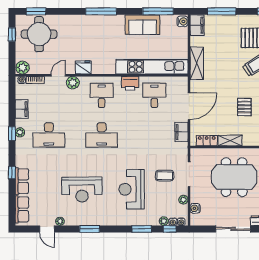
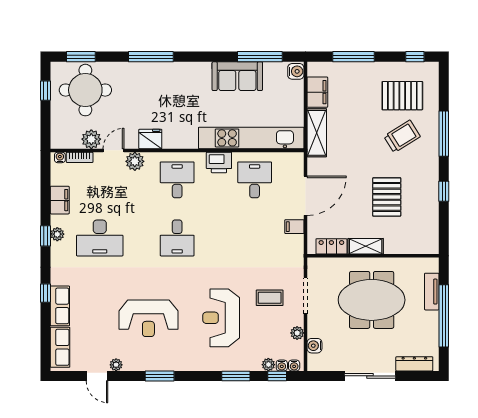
window: (101, 11) -> (151, 57), moved
filing cabinet: (197, 25) -> (317, 92), moved
plant: (23, 68) -> (91, 139), moved
pallet: (244, 107) -> (387, 197), width x1.50, depth x1.42
filing cabinet: (181, 132) -> (294, 227), width x0.50
desk: (102, 135) -> (177, 238), width x0.73

